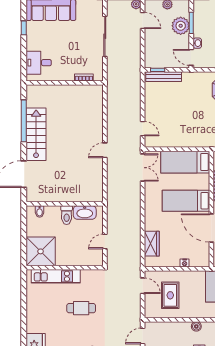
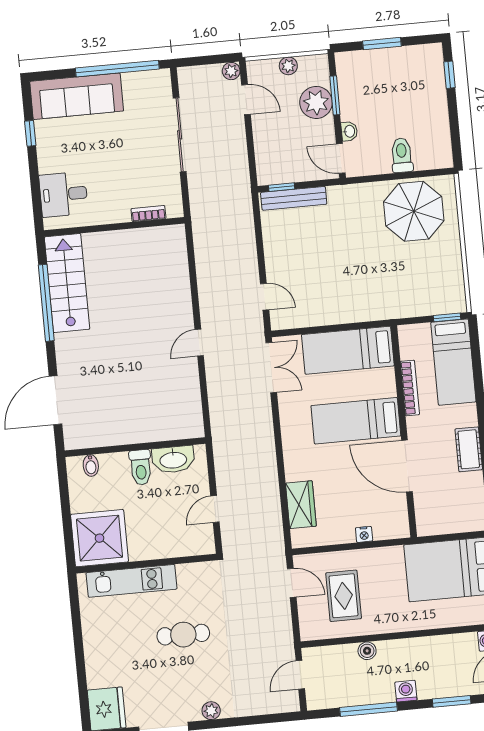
stairs: (36, 134) -> (67, 283), moved
boiler: (196, 326) -> (367, 651), moved

